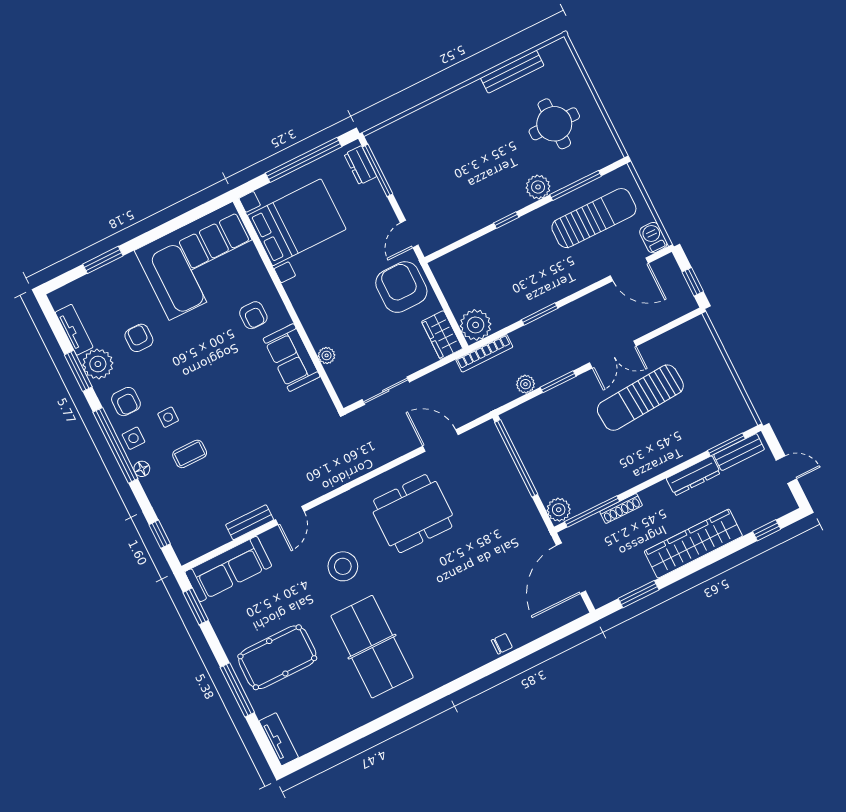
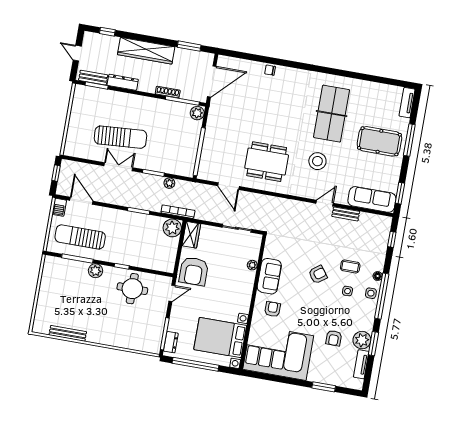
round table: (554, 124) -> (132, 289), moved
armchair: (126, 402) -> (318, 274), moved, turned 54

